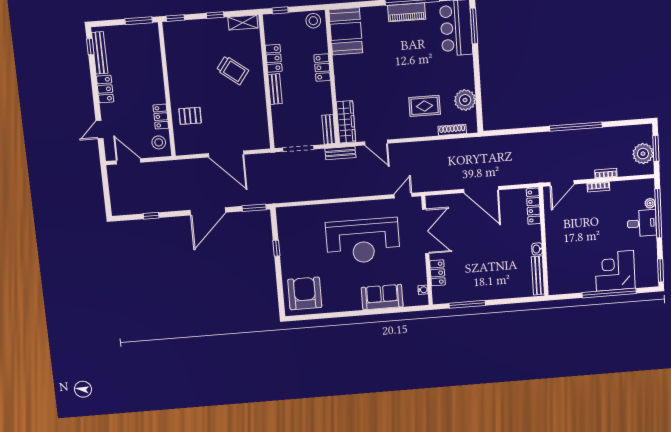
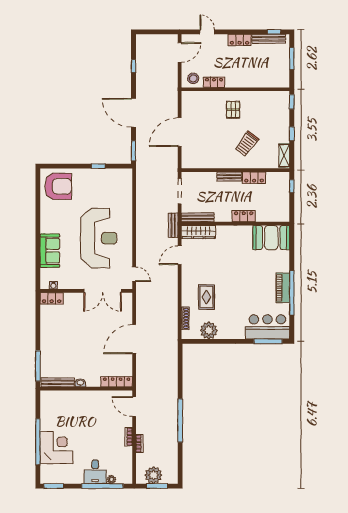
window: (139, 21) -> (292, 59), moved
stool: (313, 21) -> (282, 212), removed
pallet: (190, 116) -> (233, 110), moved
bench: (329, 129) -> (198, 217), width x1.36
reception desk: (363, 241) -> (99, 238), turned 180
locker: (437, 273) -> (52, 298), moved
window: (467, 304) -> (38, 366), moved

